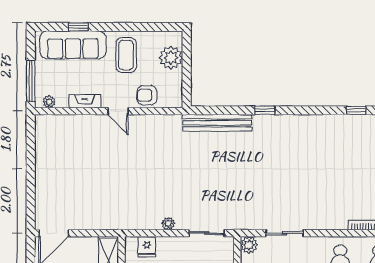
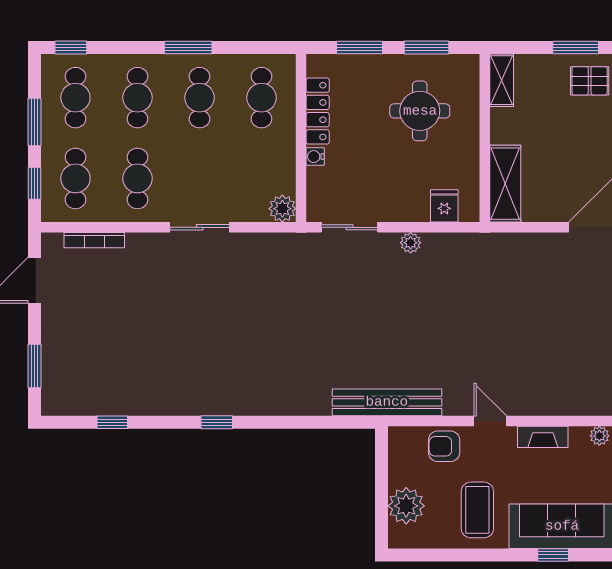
armchair: (147, 95) -> (444, 446), turned 180
window: (265, 110) -> (217, 422), moved
bench: (217, 123) -> (387, 402), moved
sliding door: (285, 233) -> (200, 227), moved

